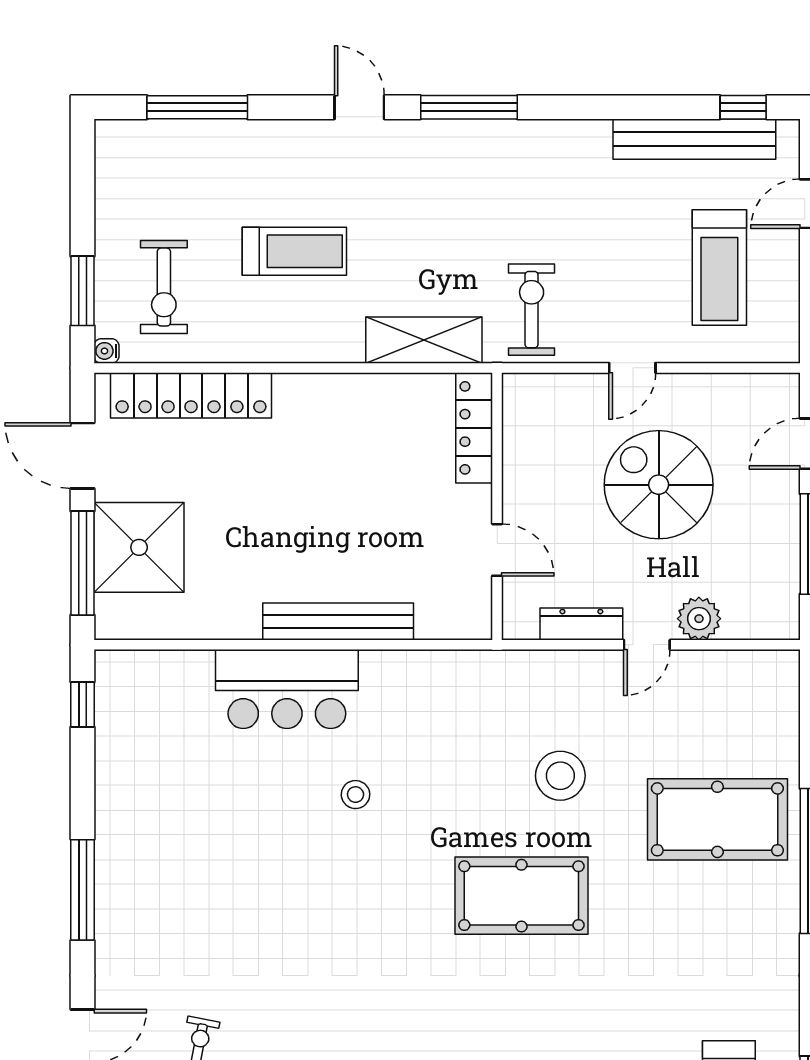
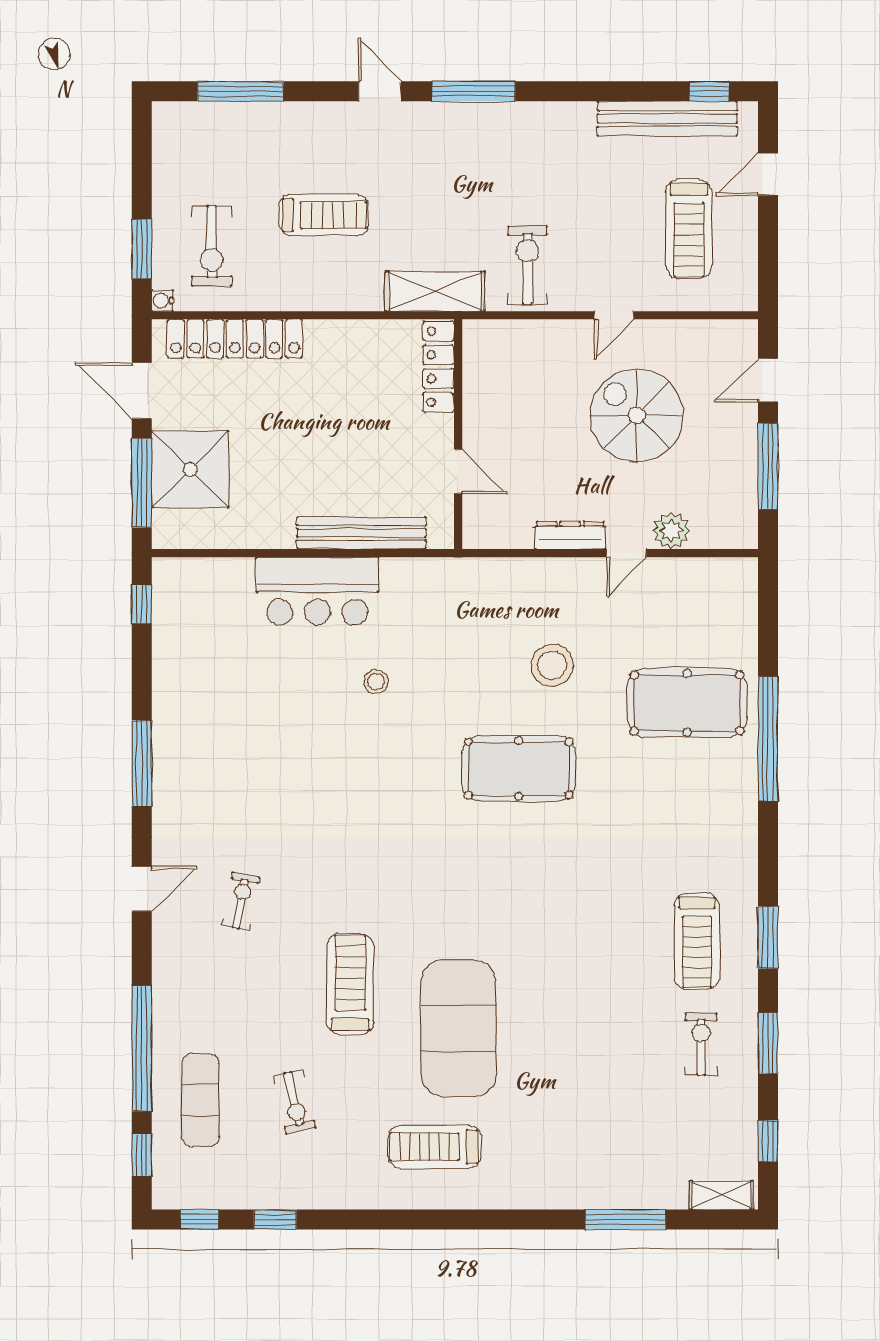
locker: (474, 428) -> (438, 367), moved
wall: (497, 506) -> (458, 434), moved
door: (497, 550) -> (458, 472), moved

